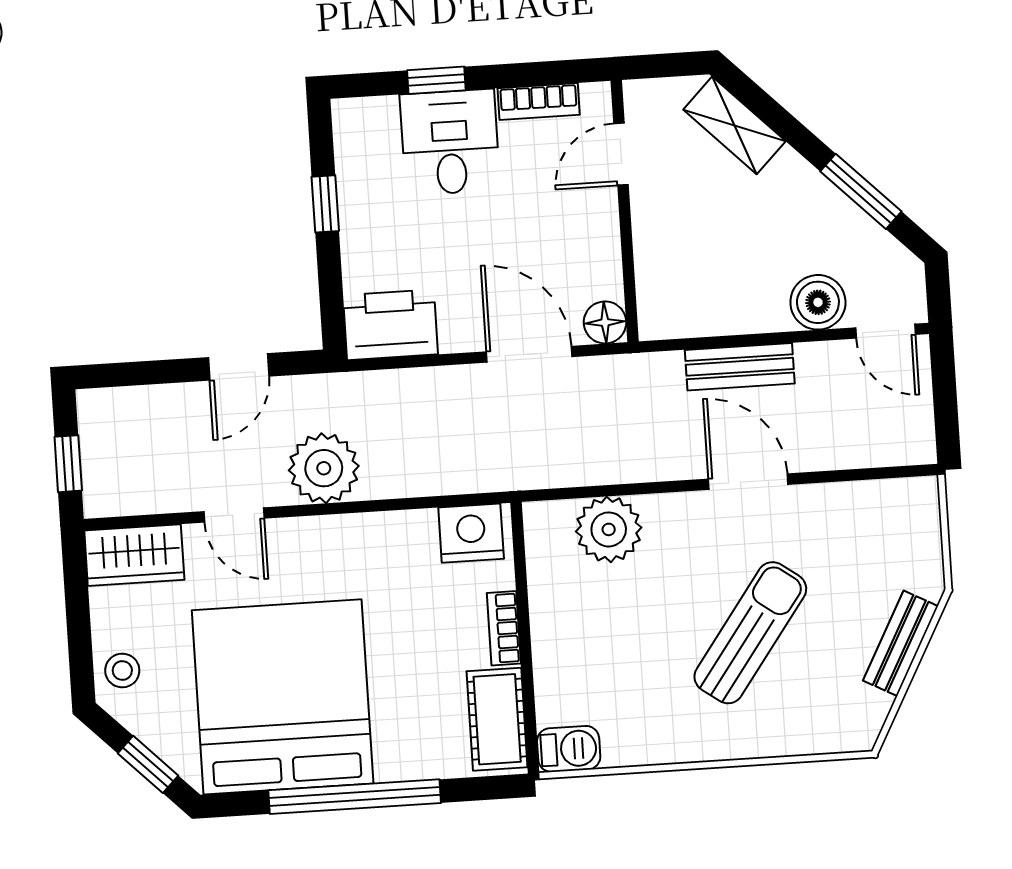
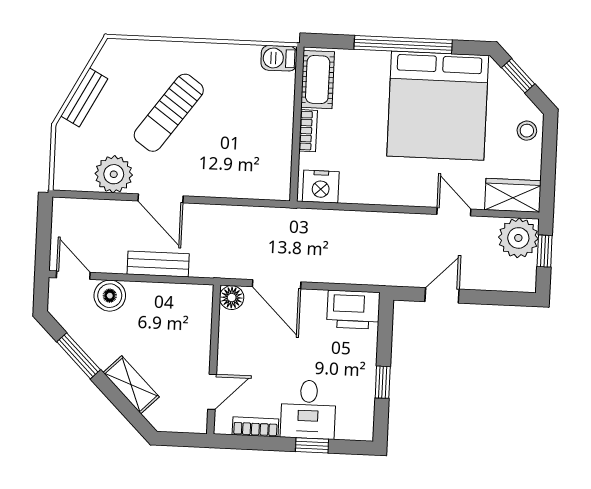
shelving: (734, 125) -> (131, 385), moved
plant: (324, 468) -> (518, 238), moved
plant: (609, 529) -> (114, 174), moved

